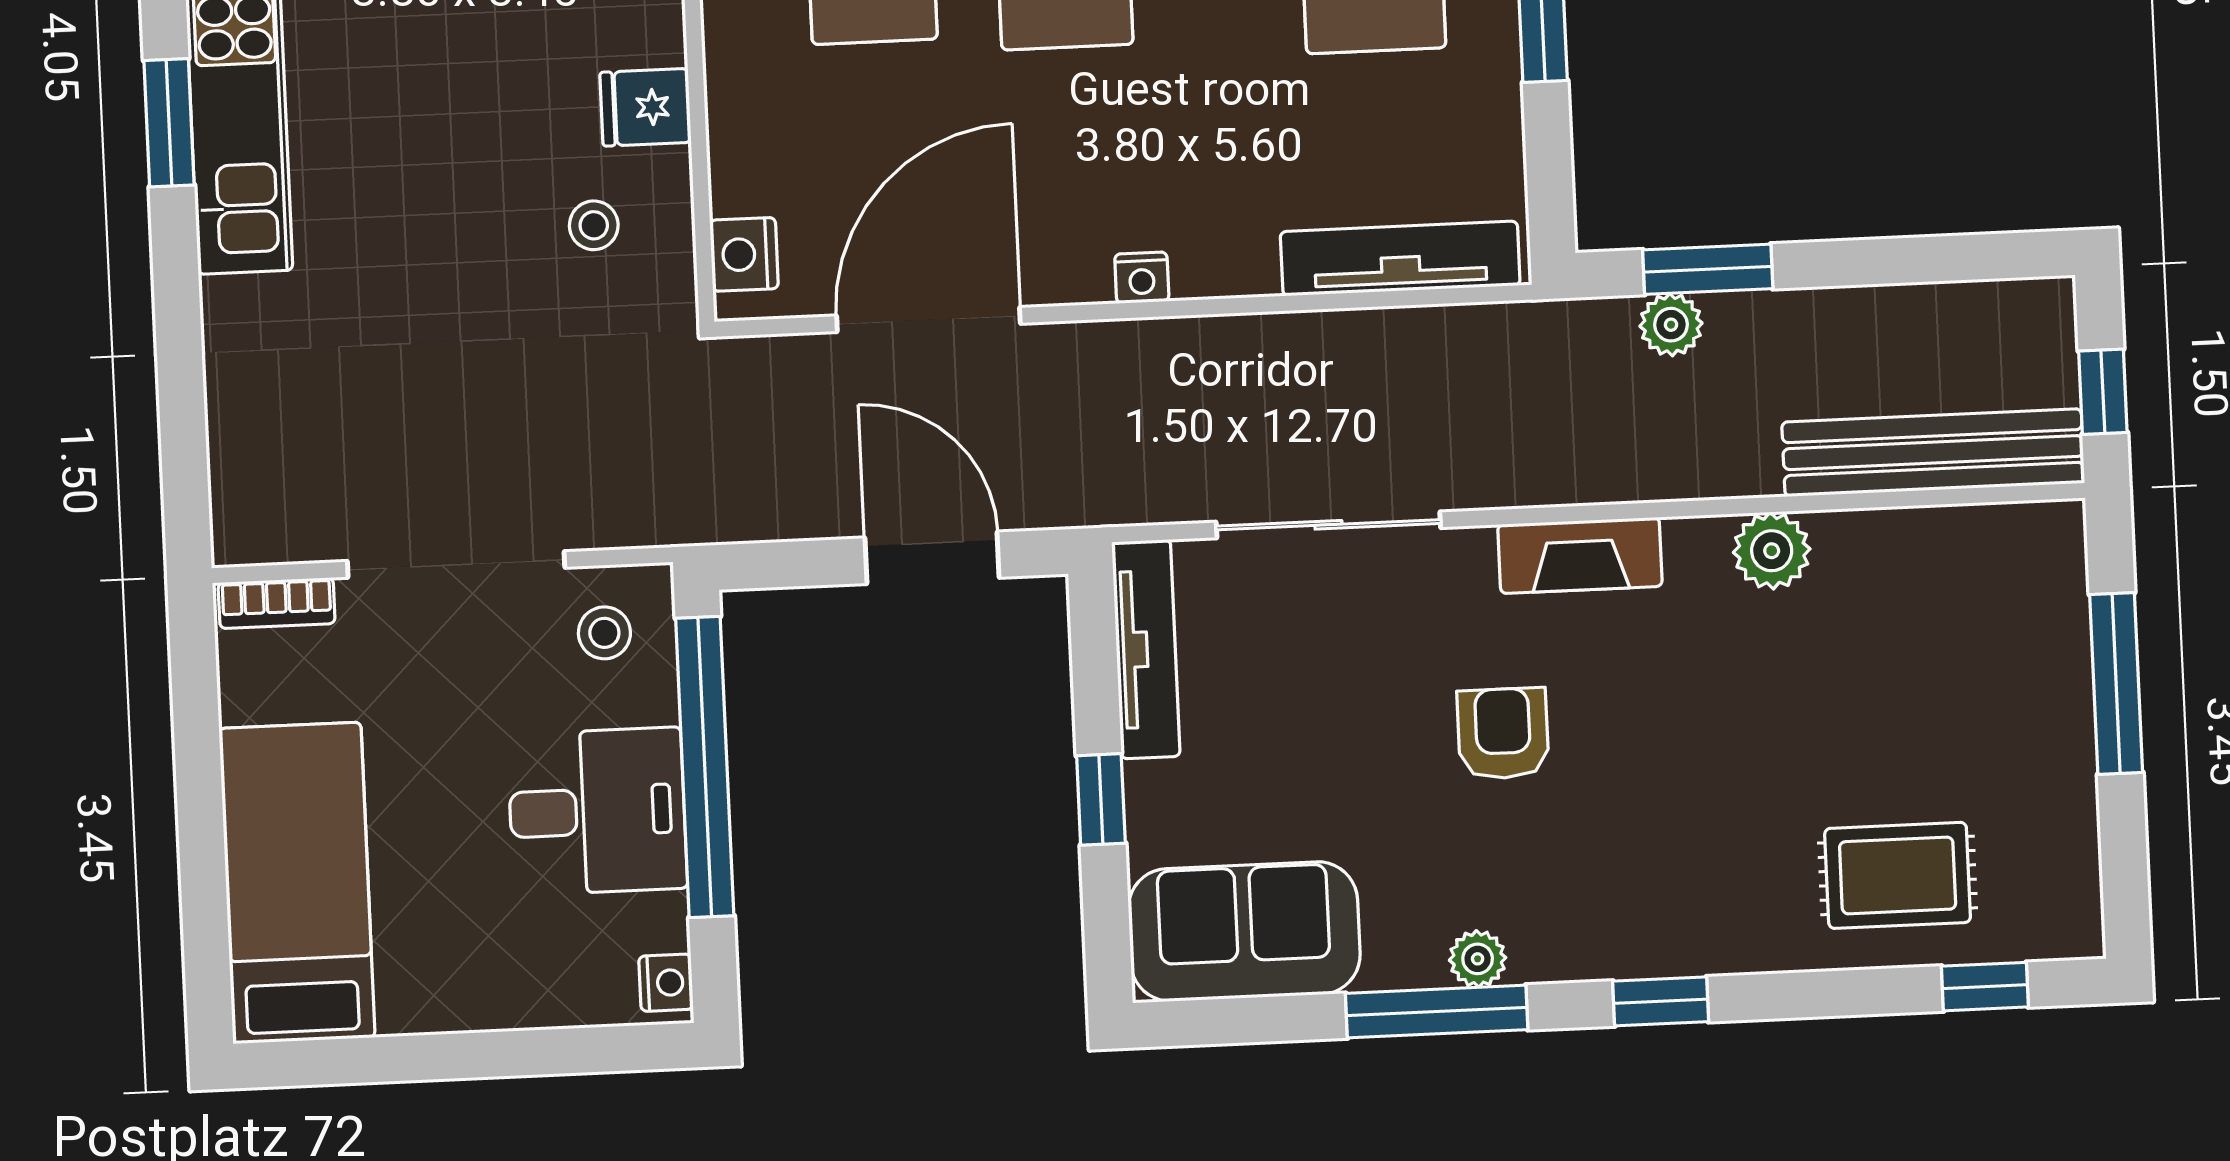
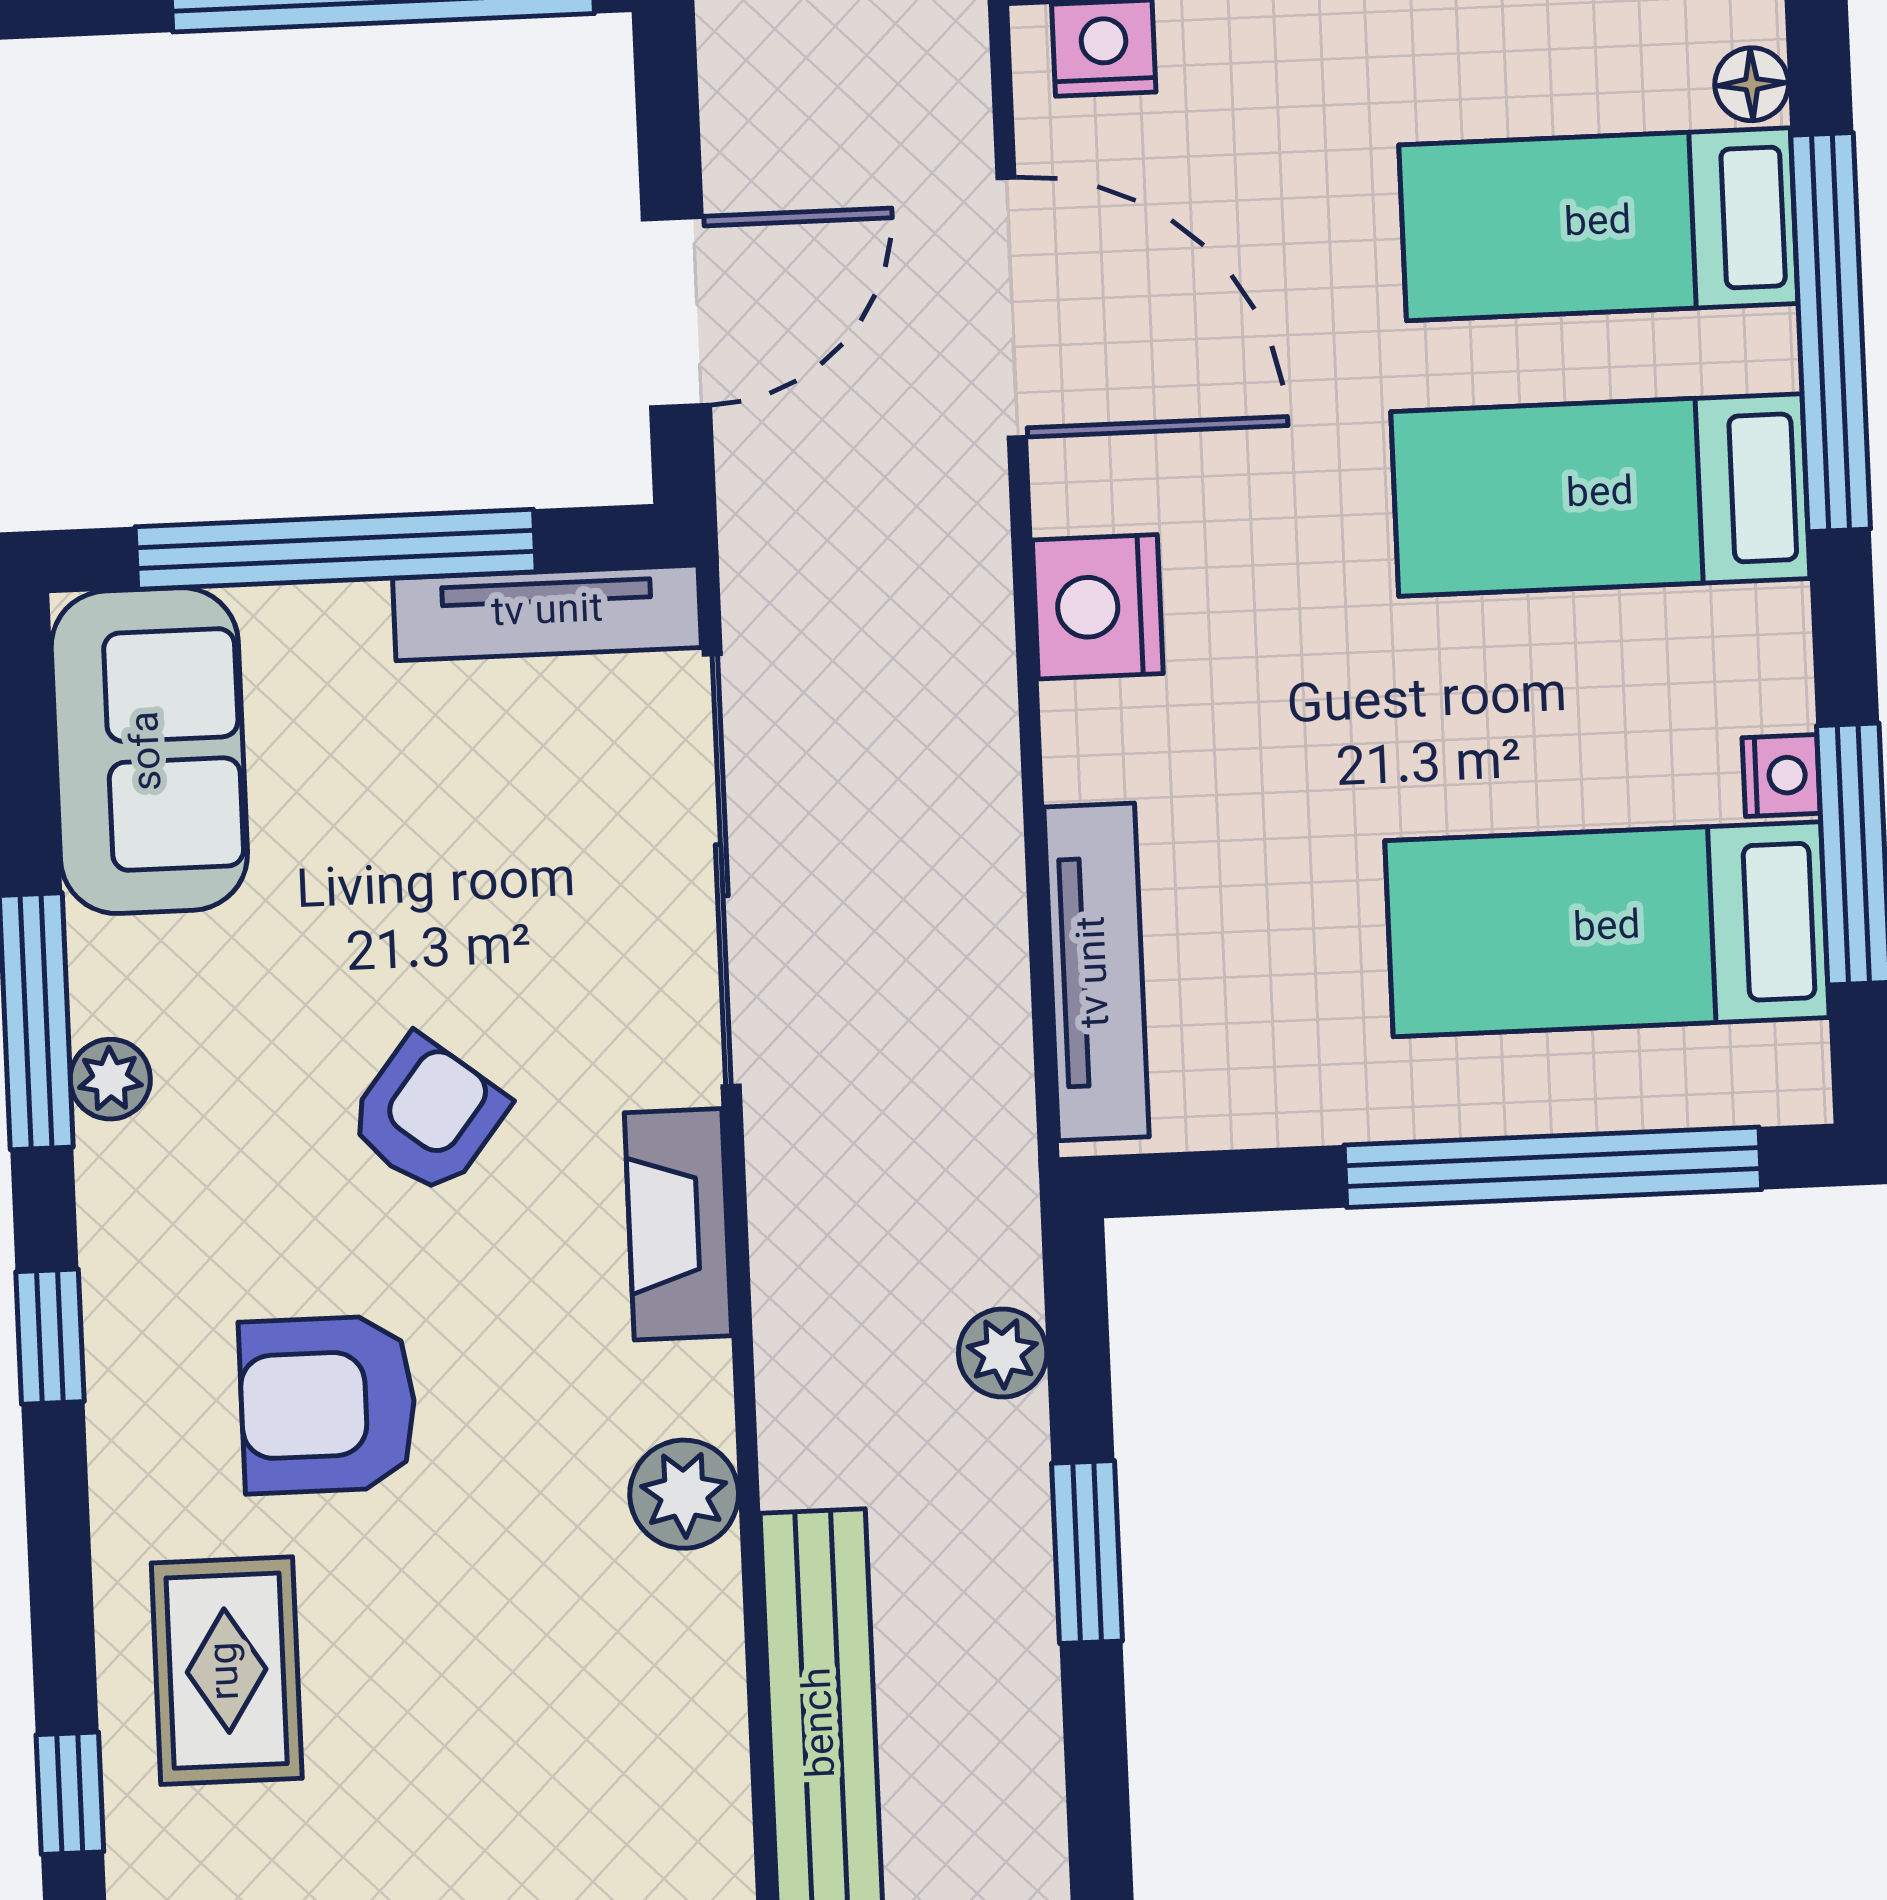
window: (1708, 269) -> (1087, 1552), moved
nightstand: (1142, 278) -> (1098, 607), width x1.89, depth x1.79
sliding door: (1328, 525) -> (722, 870), width x1.36
armchair: (1503, 733) -> (427, 1115), turned -52
window: (1101, 799) -> (336, 549), width x3.17
armchair: (1708, 804) -> (328, 1404), added

